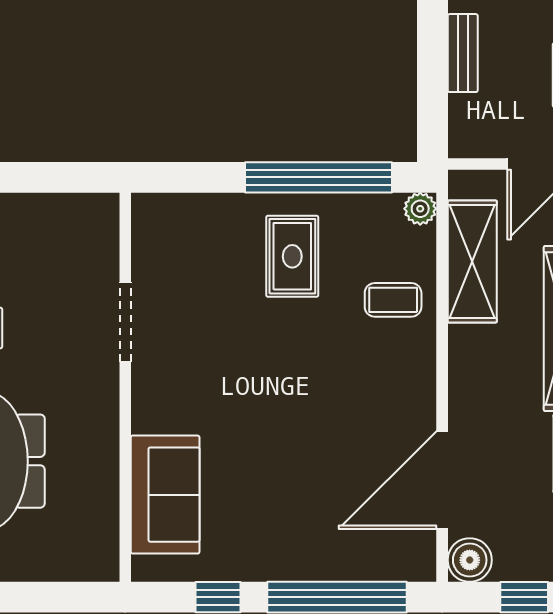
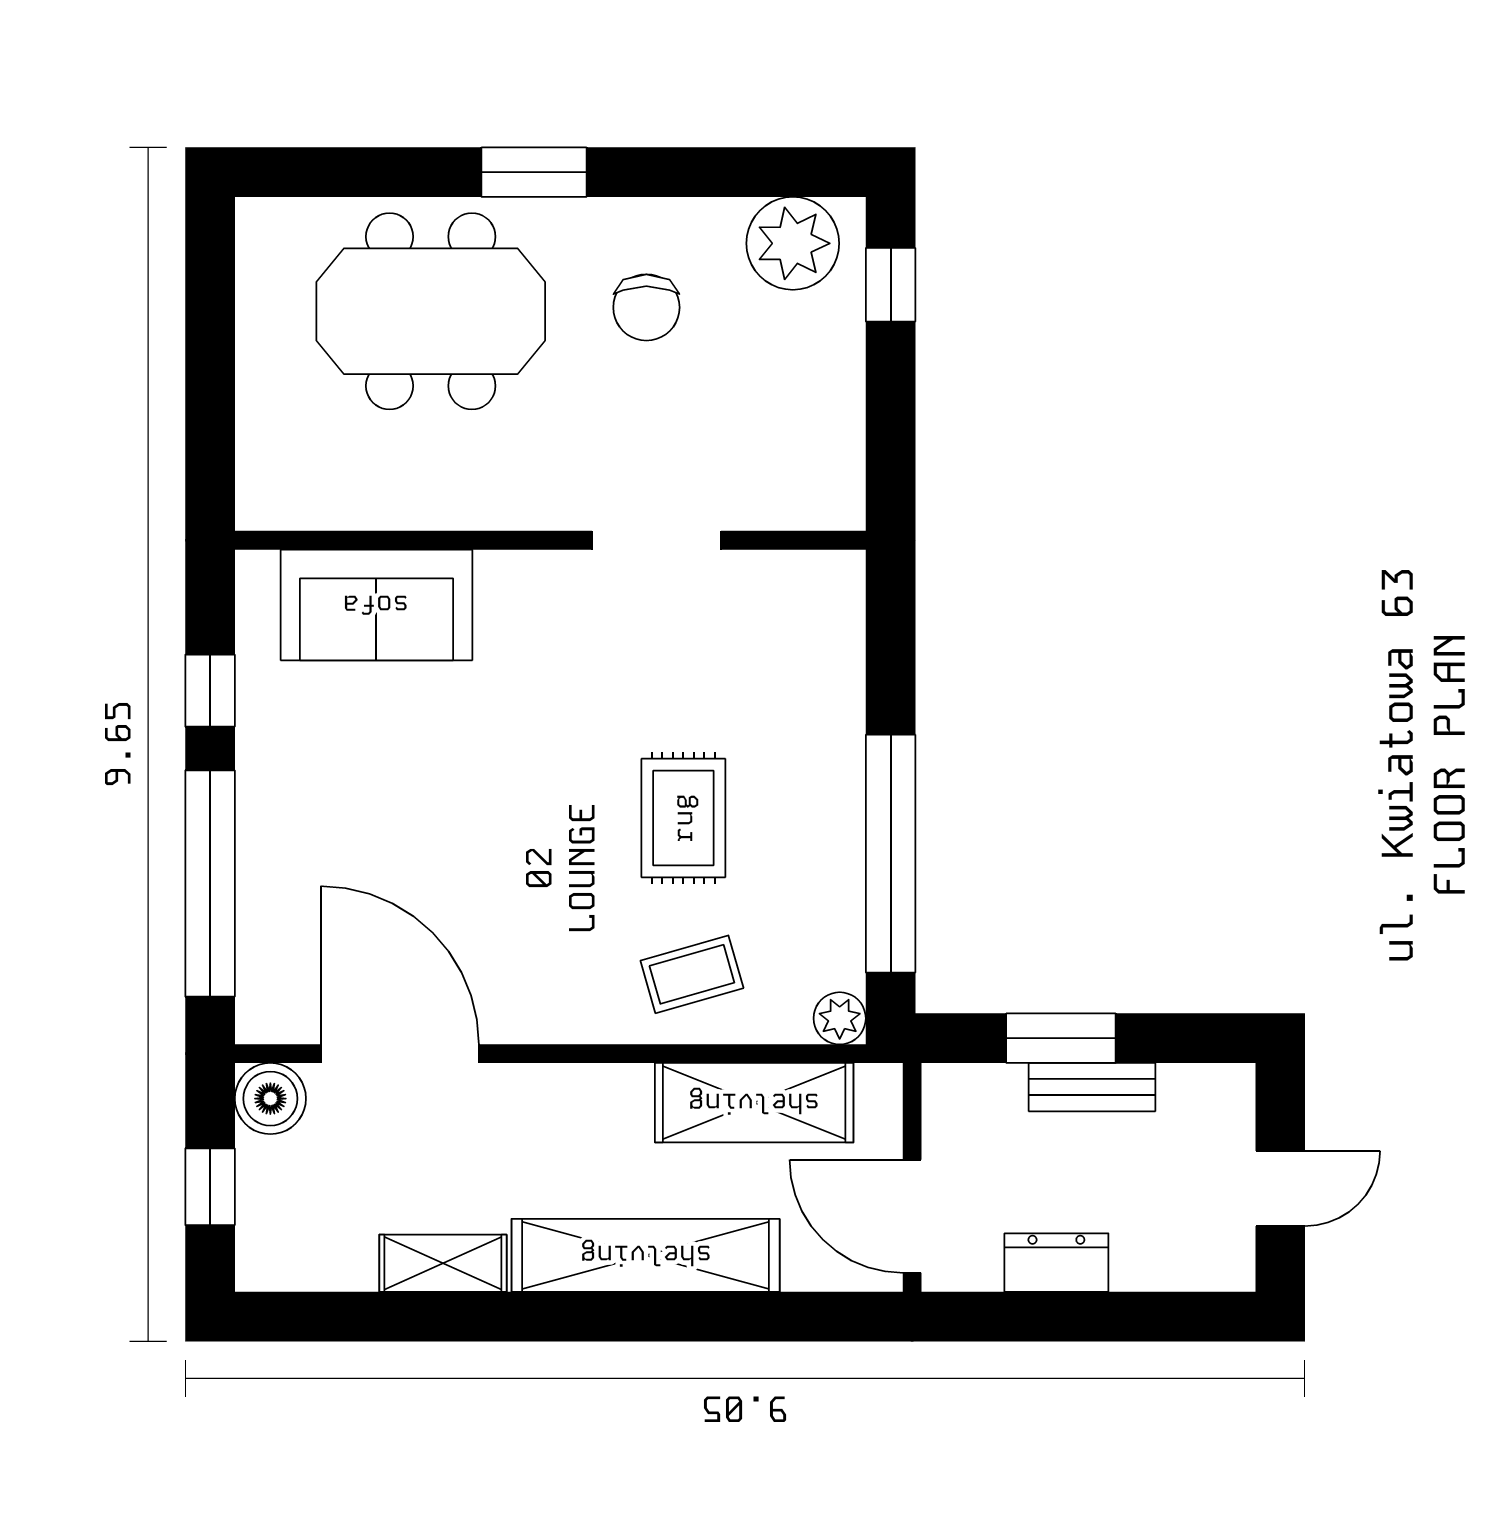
window: (432, 72) -> (1061, 1038), added
rug: (292, 256) -> (683, 818), moved, turned 90
coffee table: (393, 300) -> (692, 974), turned 74

